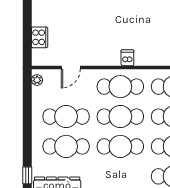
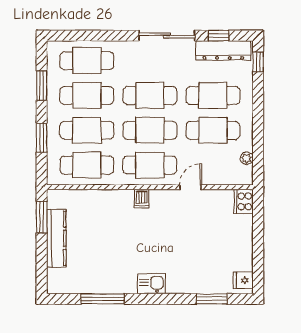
cooker: (40, 37) -> (244, 201), moved
door: (71, 68) -> (191, 187), moved
plant: (37, 80) -> (247, 158), moved

